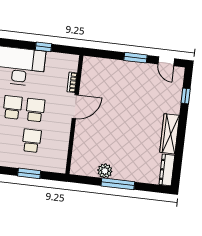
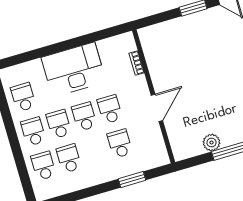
window: (44, 47) -> (90, 38), removed
door: (75, 107) -> (157, 108), moved

